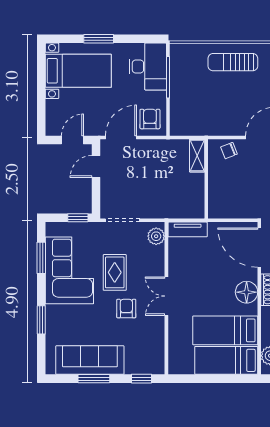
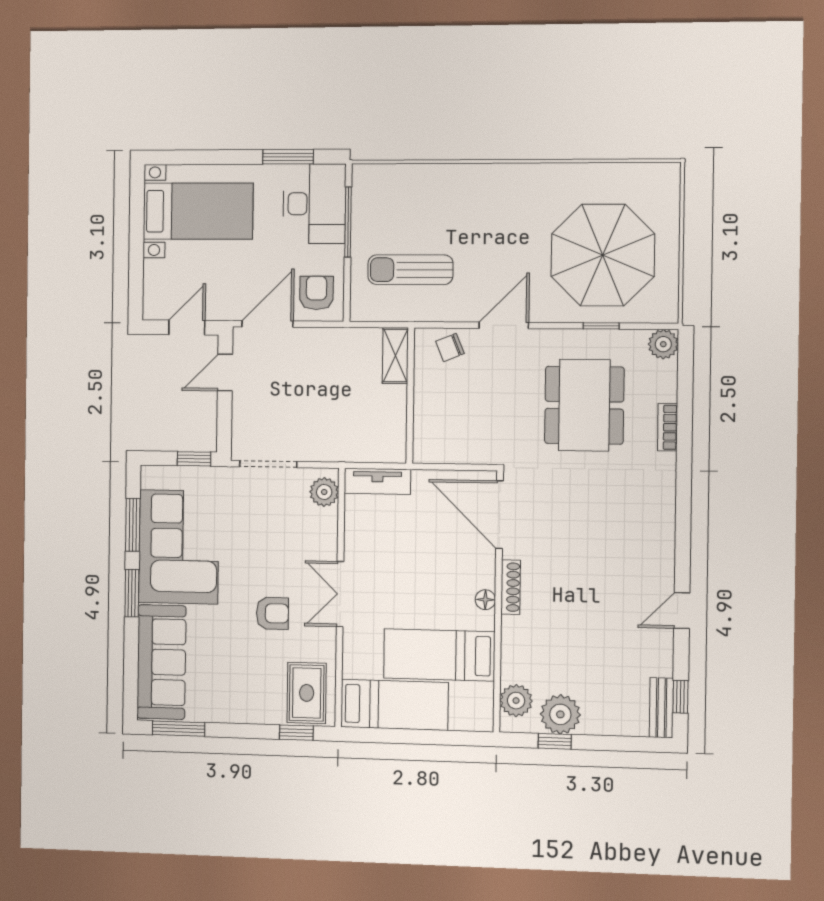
window: (99, 39) -> (288, 157), moved
sun lounger: (233, 62) -> (410, 270), moved
rug: (115, 272) -> (307, 693), moved
floor lamp: (247, 292) -> (485, 600), width x0.53, depth x0.53
armchair: (126, 309) -> (272, 613), turned 90
window: (41, 320) -> (132, 593), moved
sofa: (90, 360) -> (161, 662), moved, turned 90
bed: (226, 360) -> (394, 705), moved, turned 180
window: (94, 379) -> (179, 729), moved

